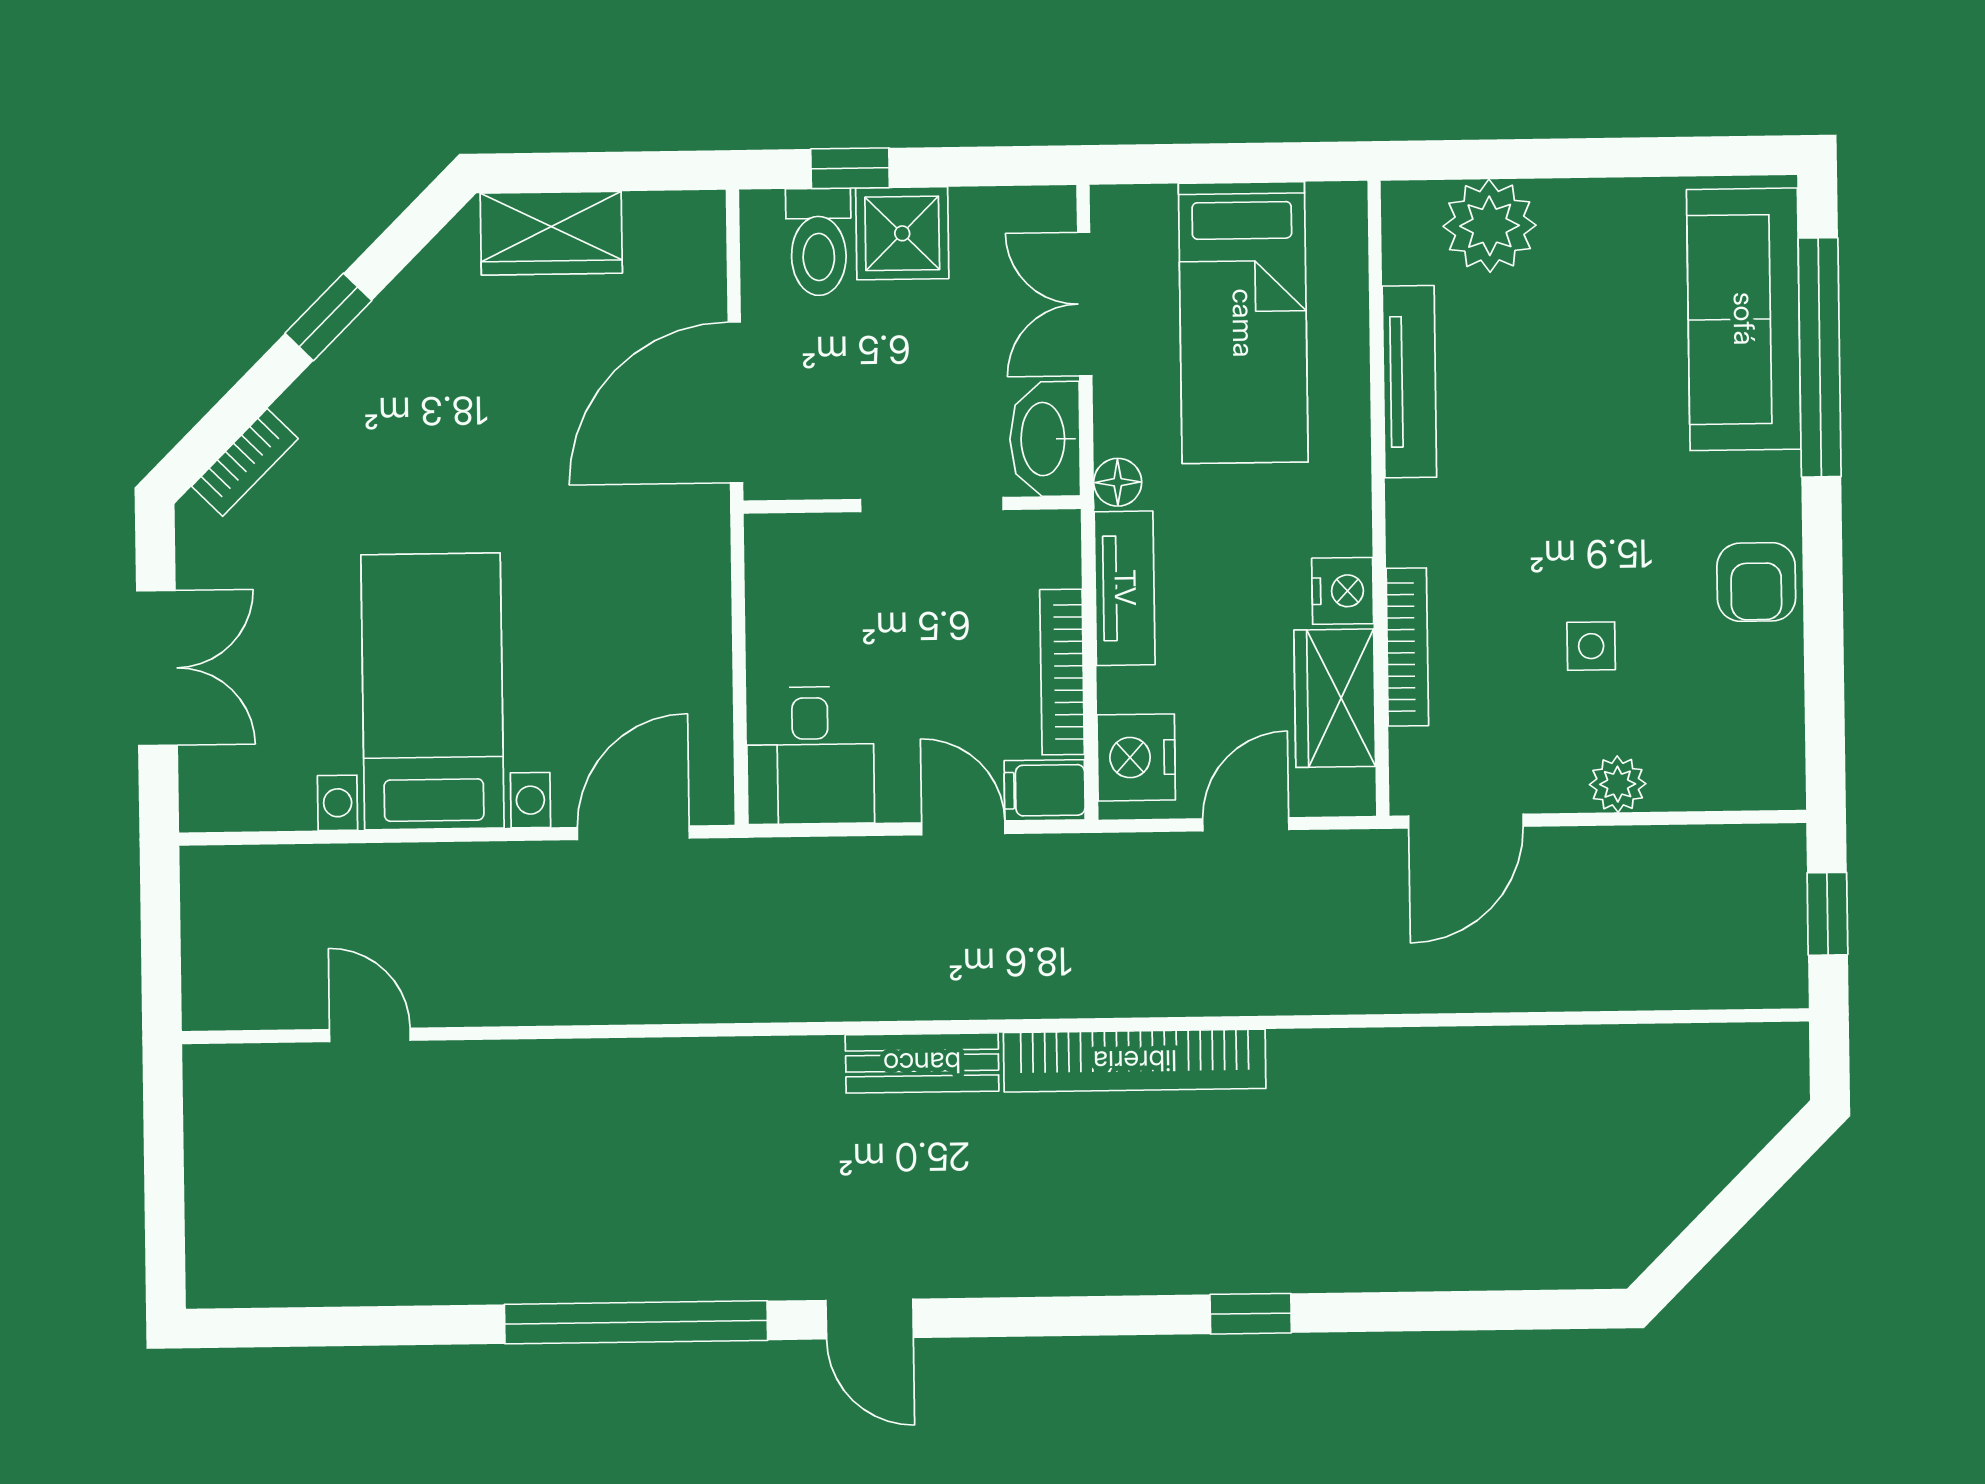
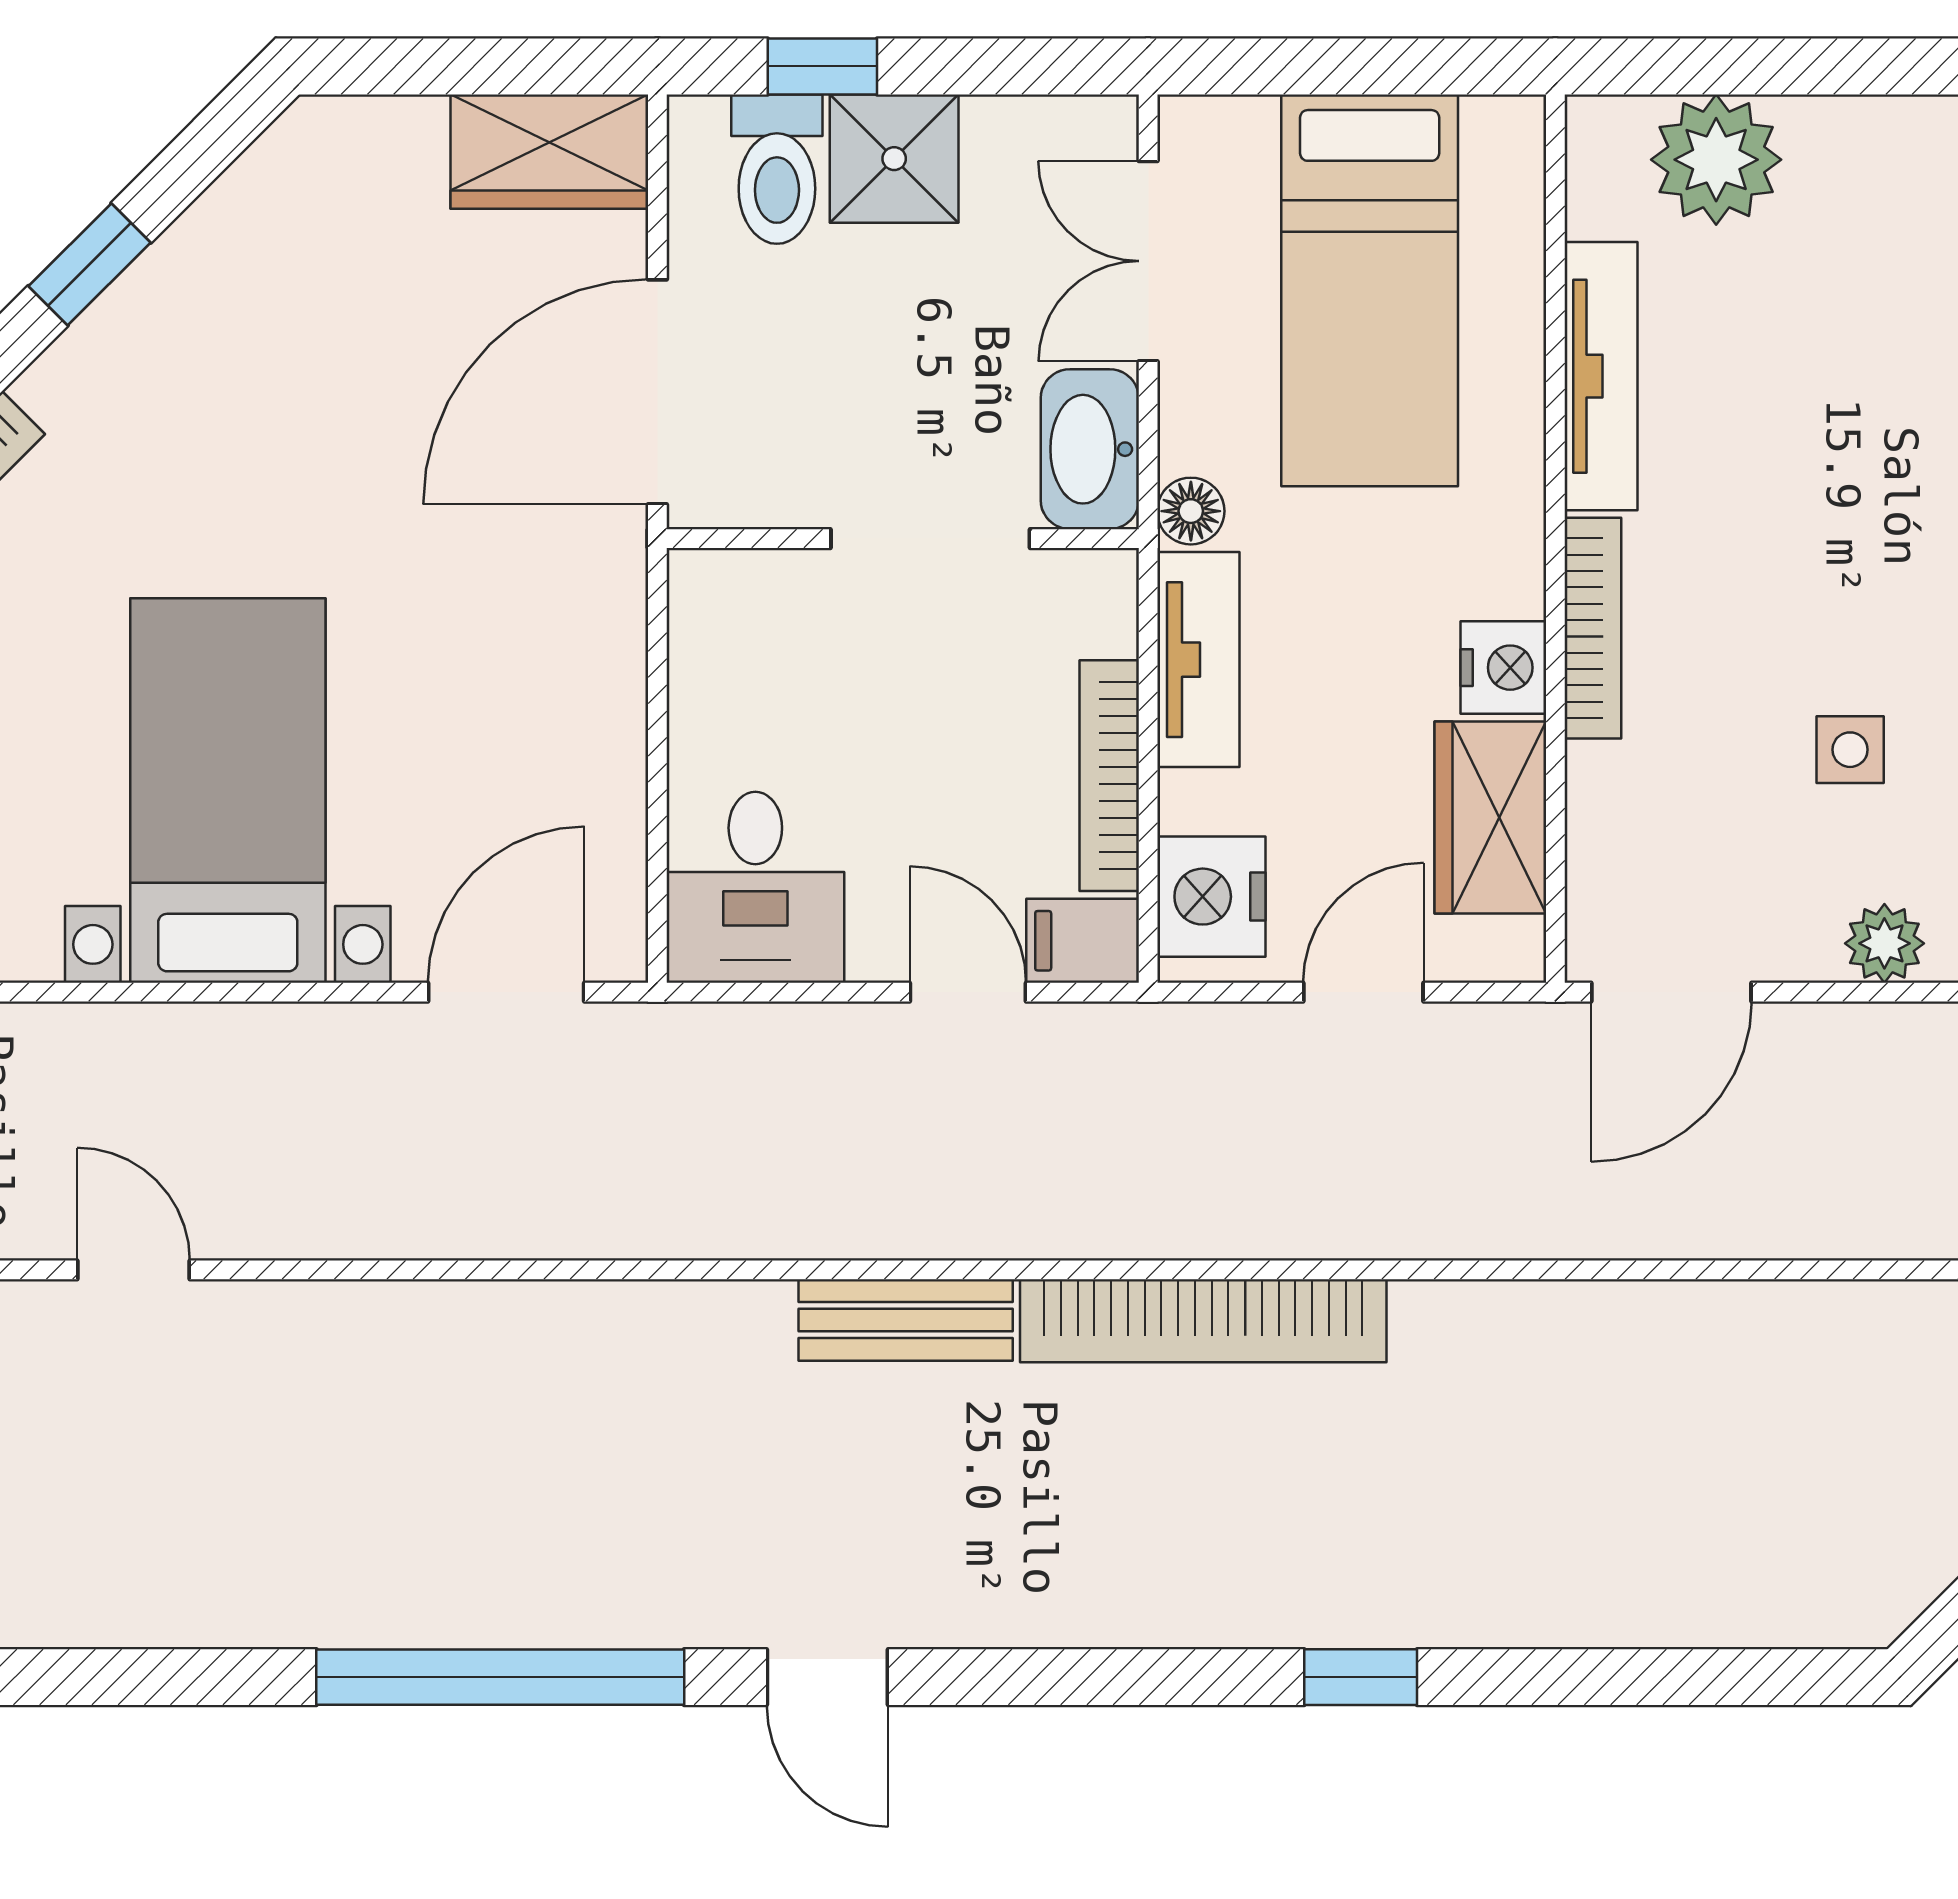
wardrobe: (551, 233) -> (549, 152), moved
bookcase: (1407, 647) -> (1593, 628), moved

